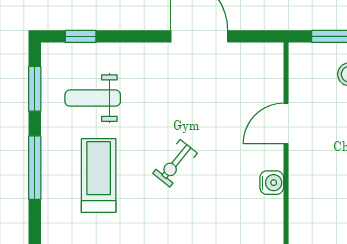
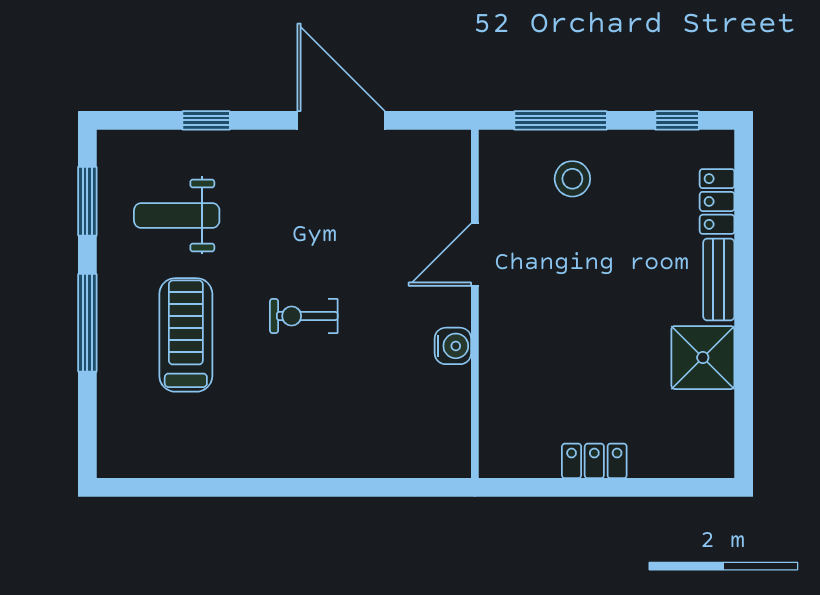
window: (81, 36) -> (206, 120), moved
exercise bike: (175, 163) -> (304, 316), turned 51

